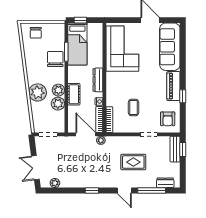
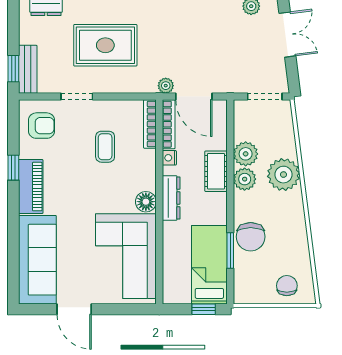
floor lamp: (112, 78) -> (146, 202), added
armchair: (168, 119) -> (42, 126), turned 90
rug: (133, 162) -> (105, 45), width x1.36, depth x1.43

